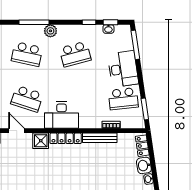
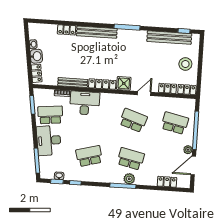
plant: (50, 31) -> (129, 179), moved
desk: (62, 115) -> (85, 103), moved
door: (16, 131) -> (144, 93), swing flipped

